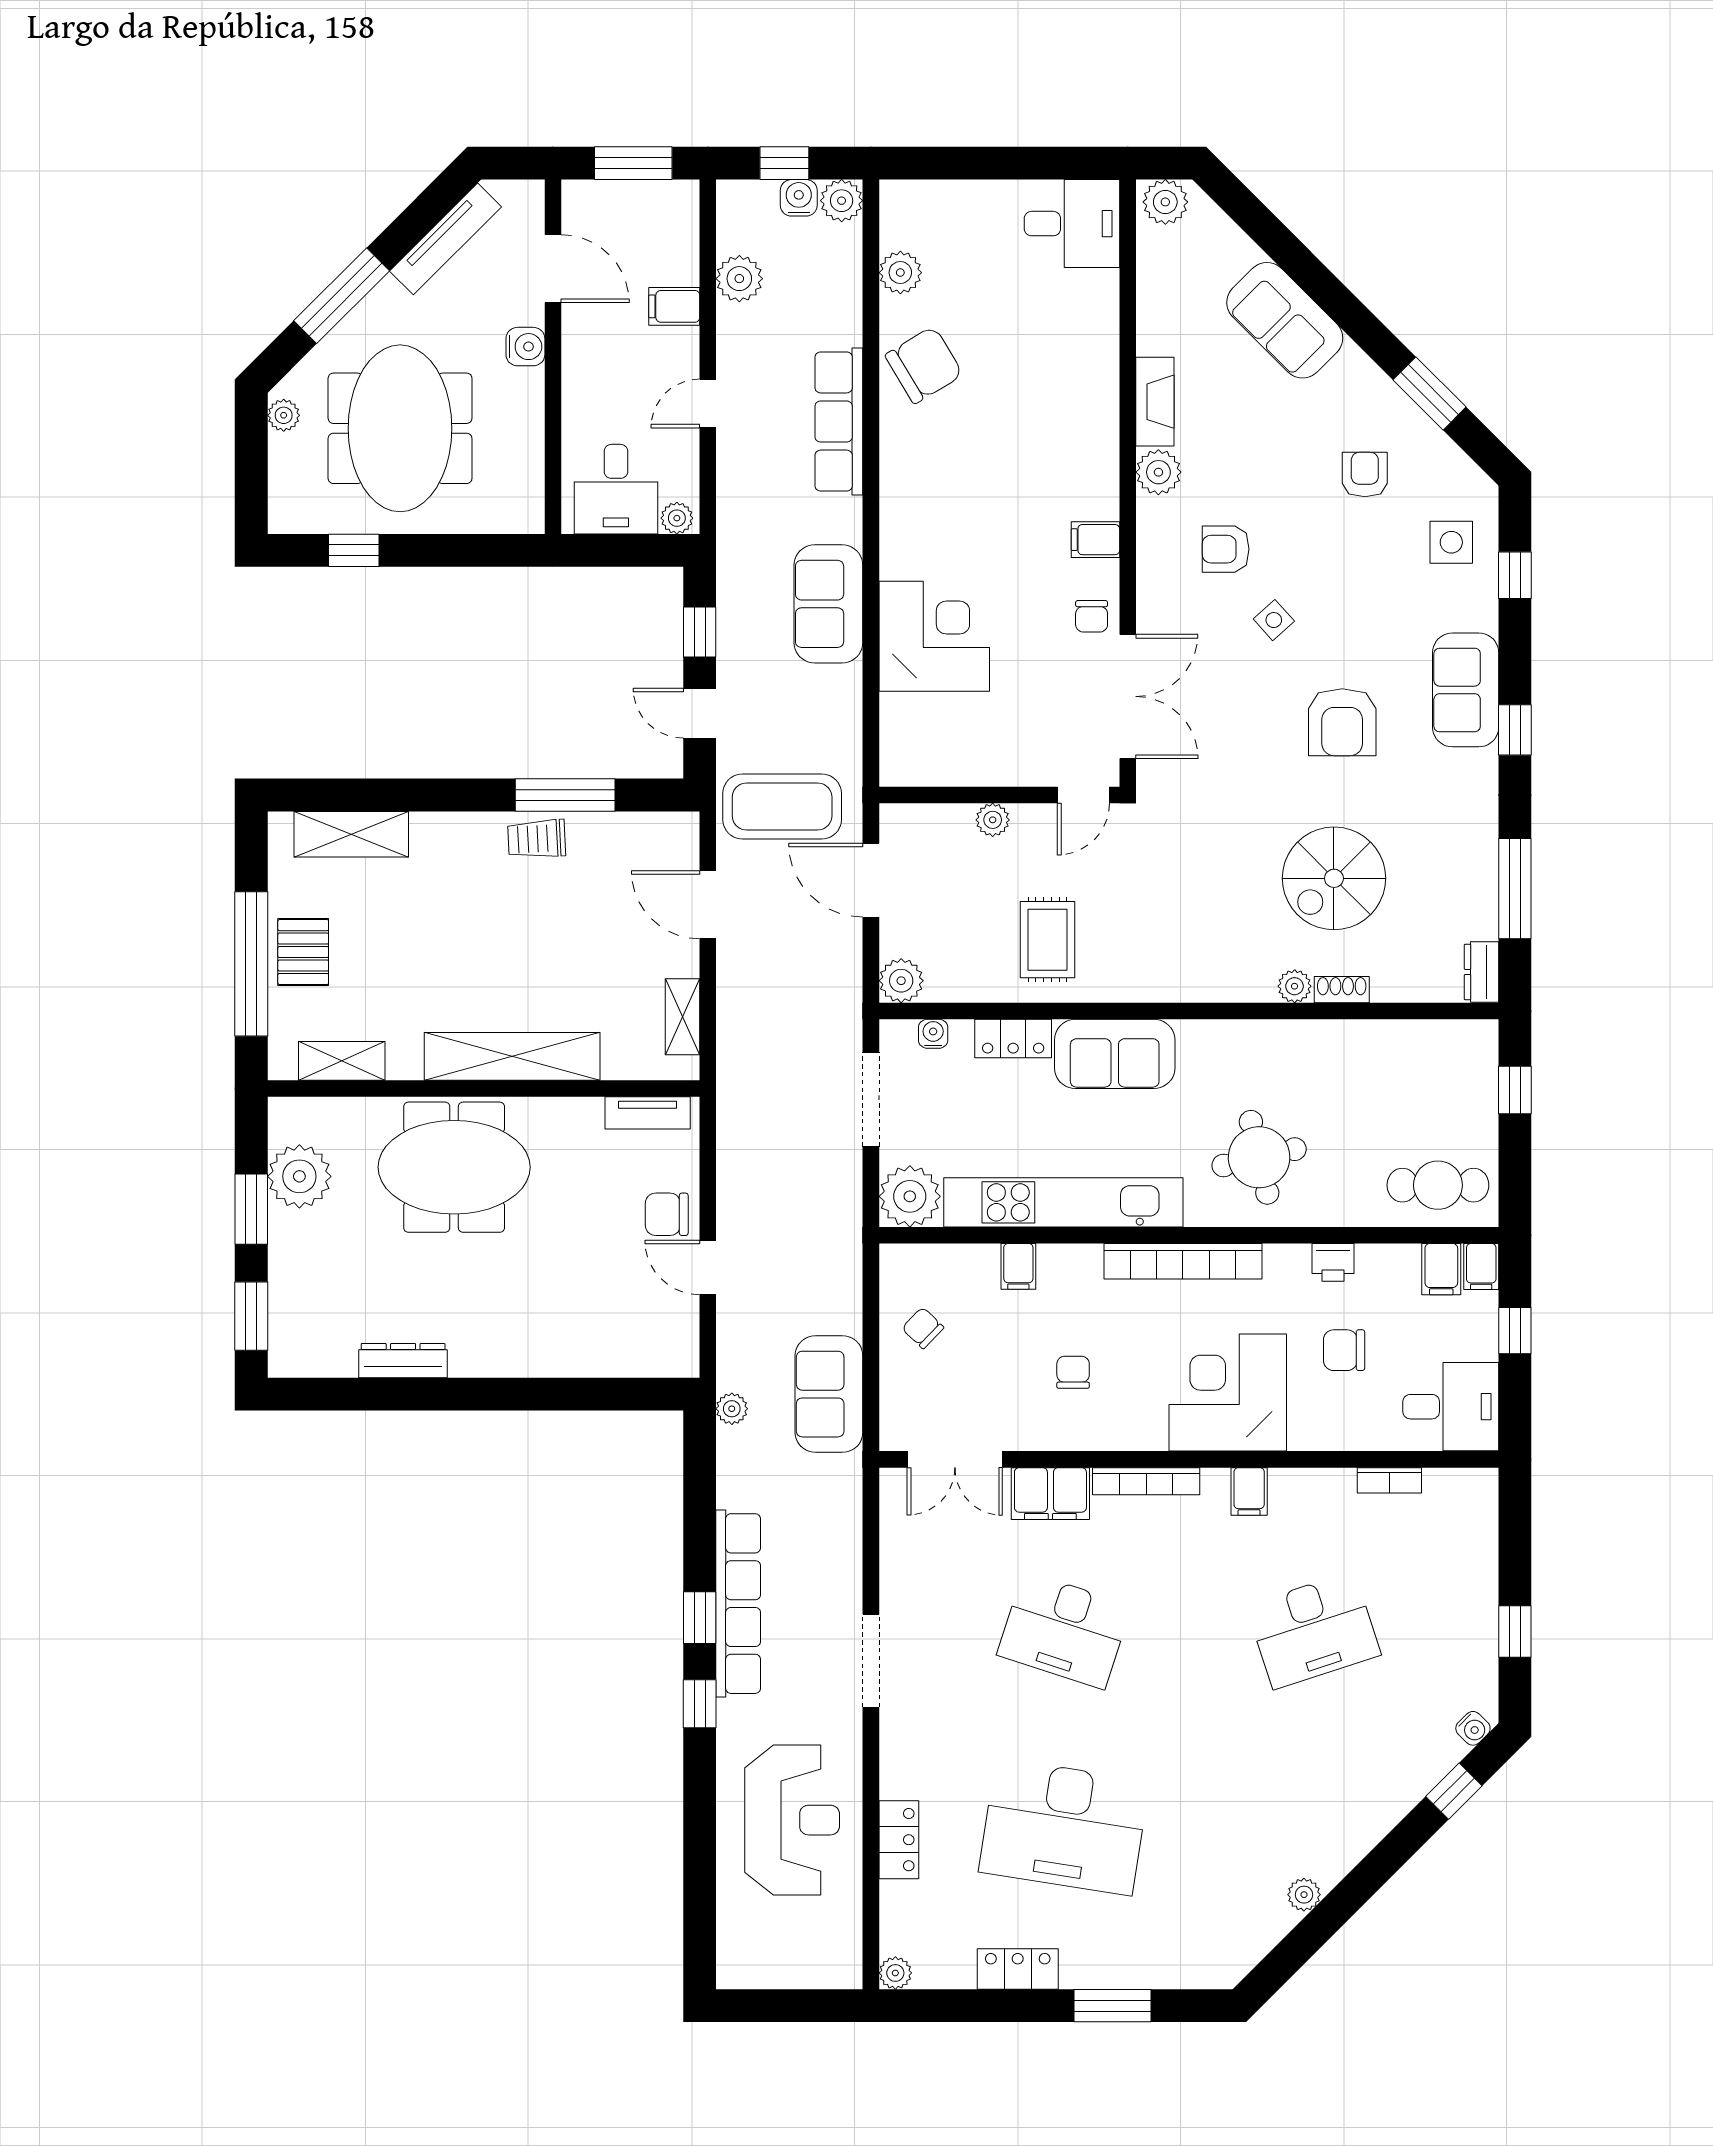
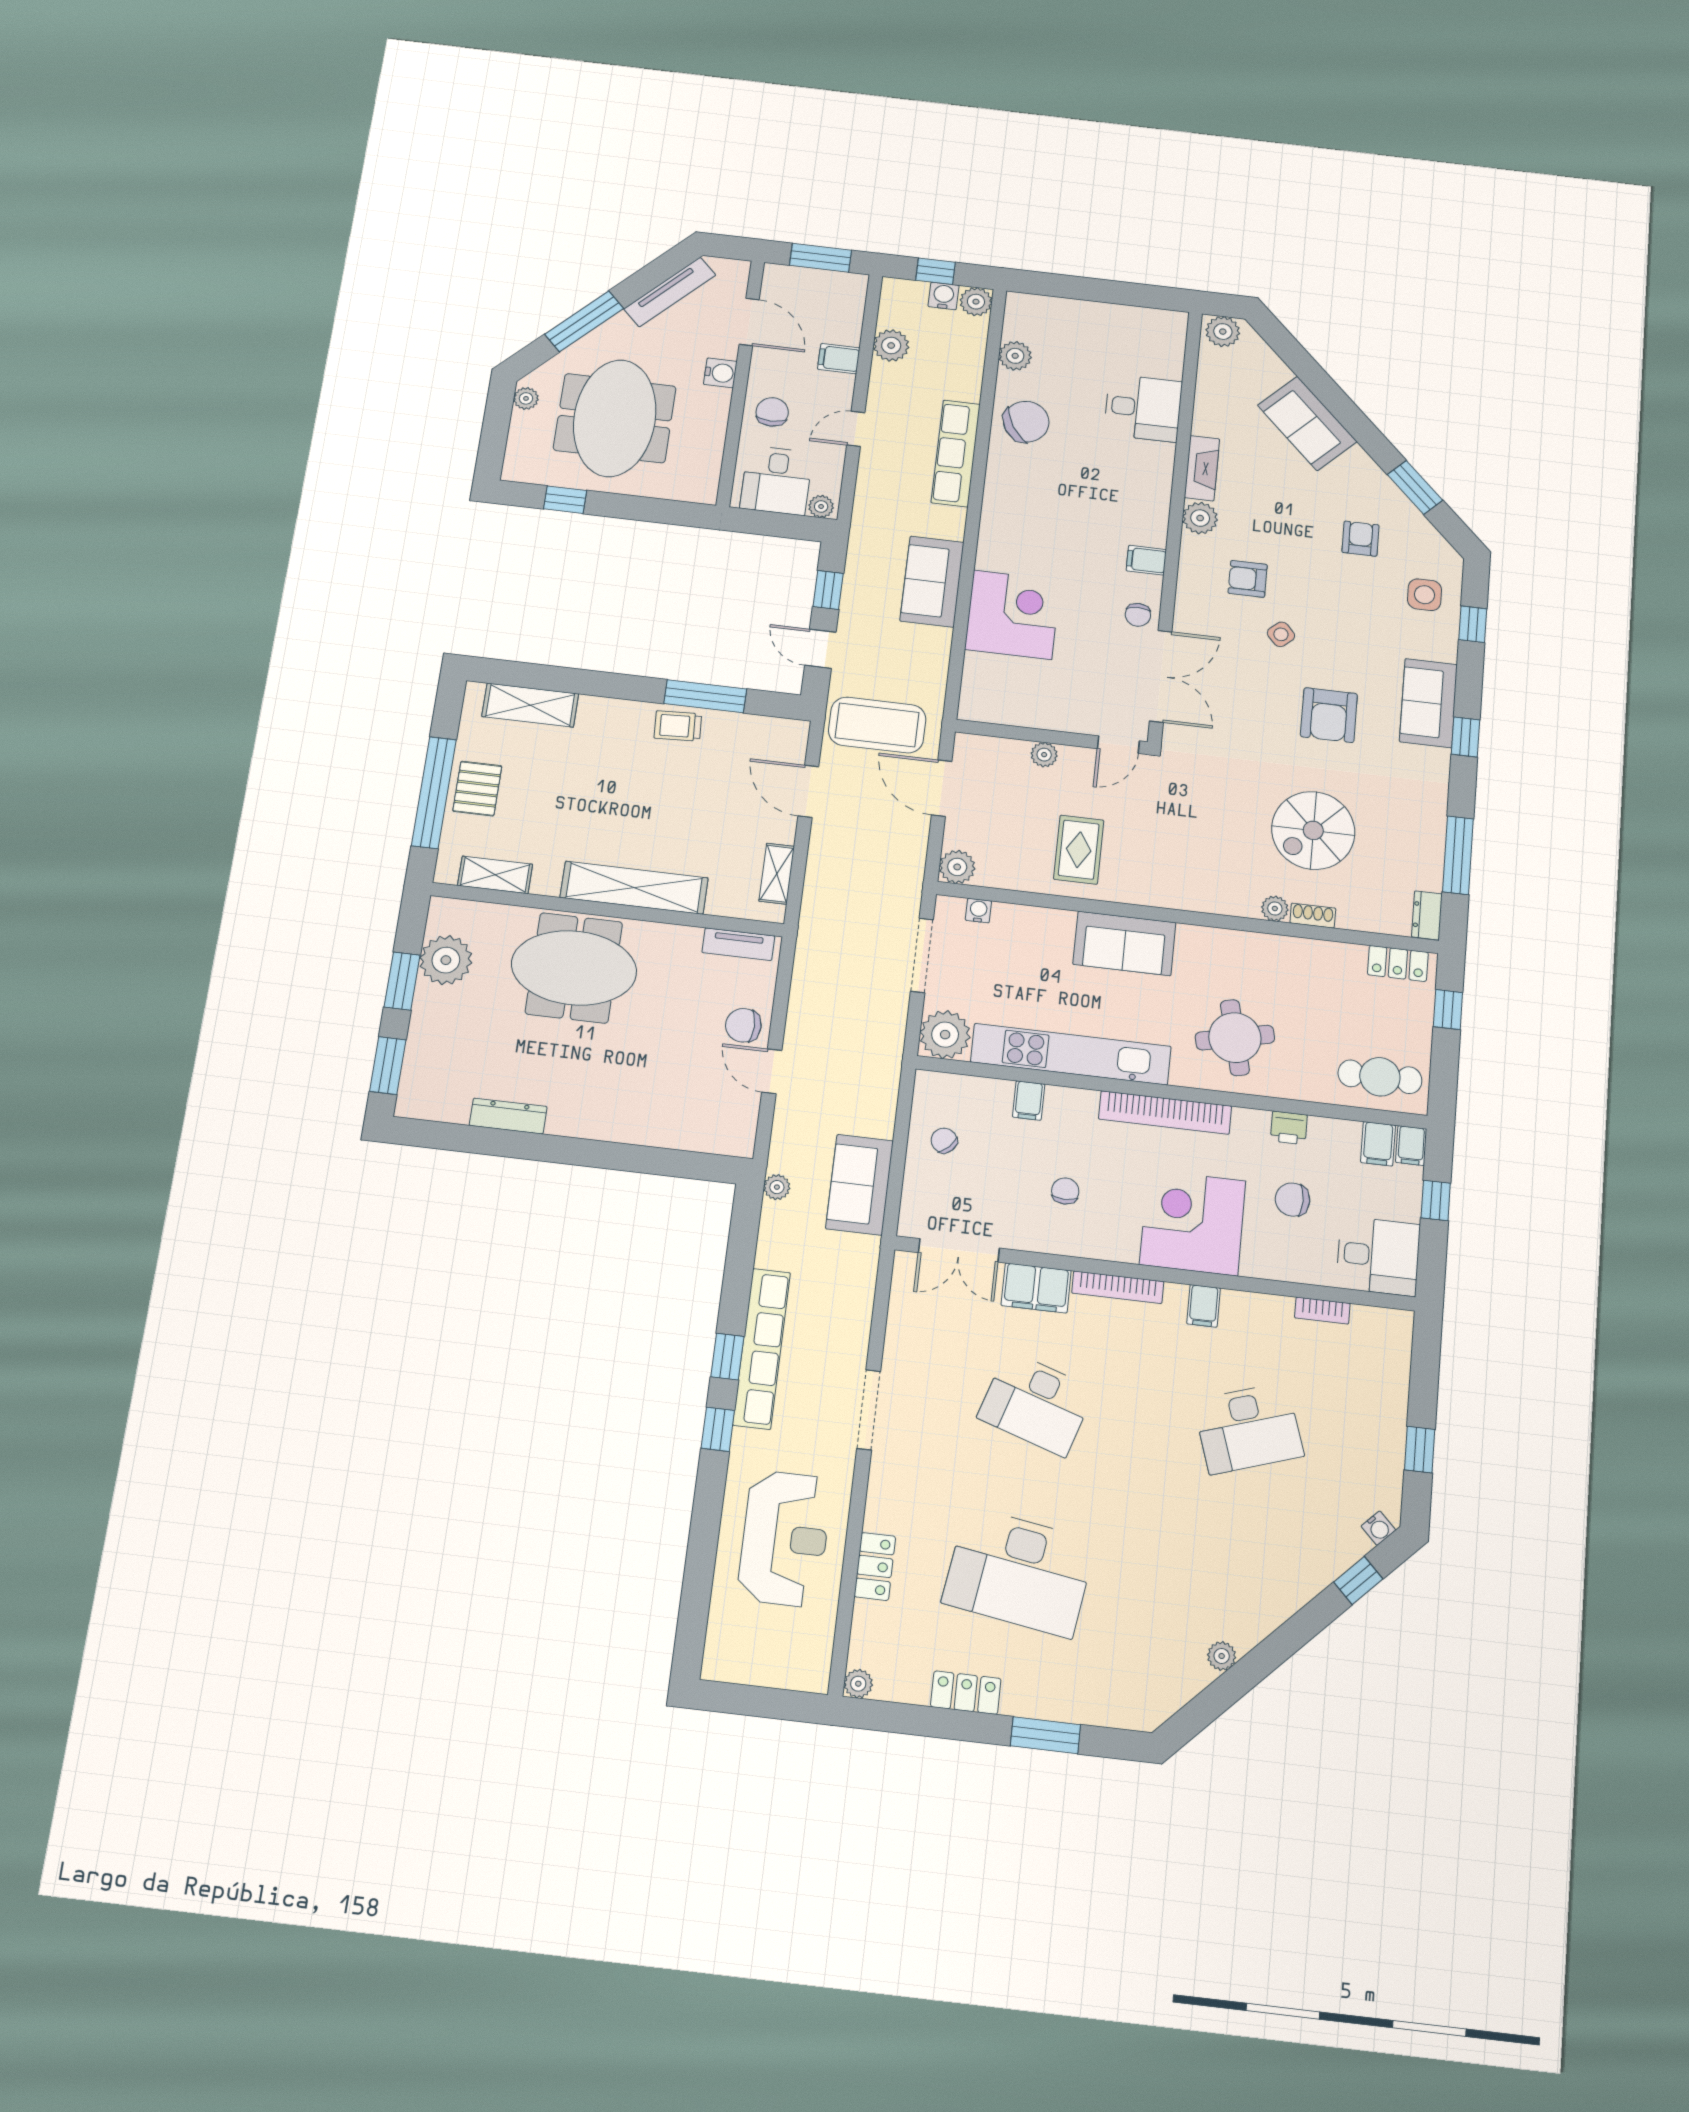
desk: (1072, 224) -> (1143, 408), moved
chair: (599, 393) -> (772, 412), added
locker: (1013, 1038) -> (1398, 963), moved

